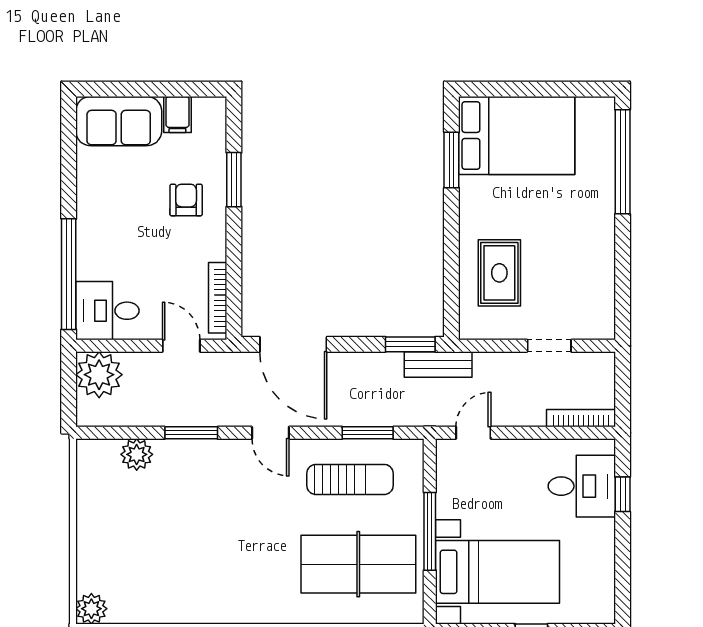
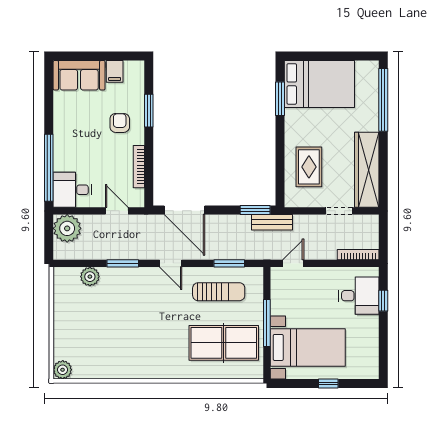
wardrobe: (595, 278) -> (367, 170), added
bookcase: (218, 298) -> (139, 167), moved

